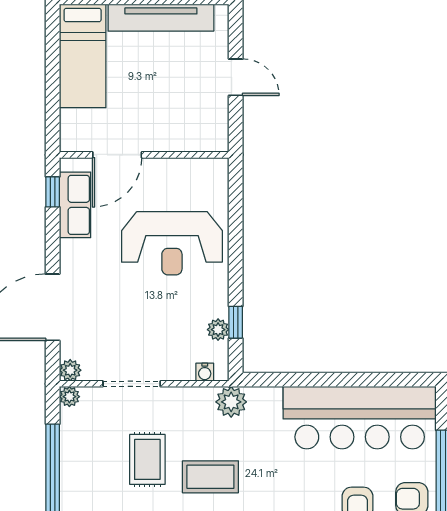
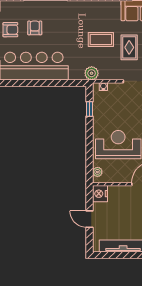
nightstand: (212, 134) -> (100, 194), added
plant: (218, 330) -> (97, 172), moved

